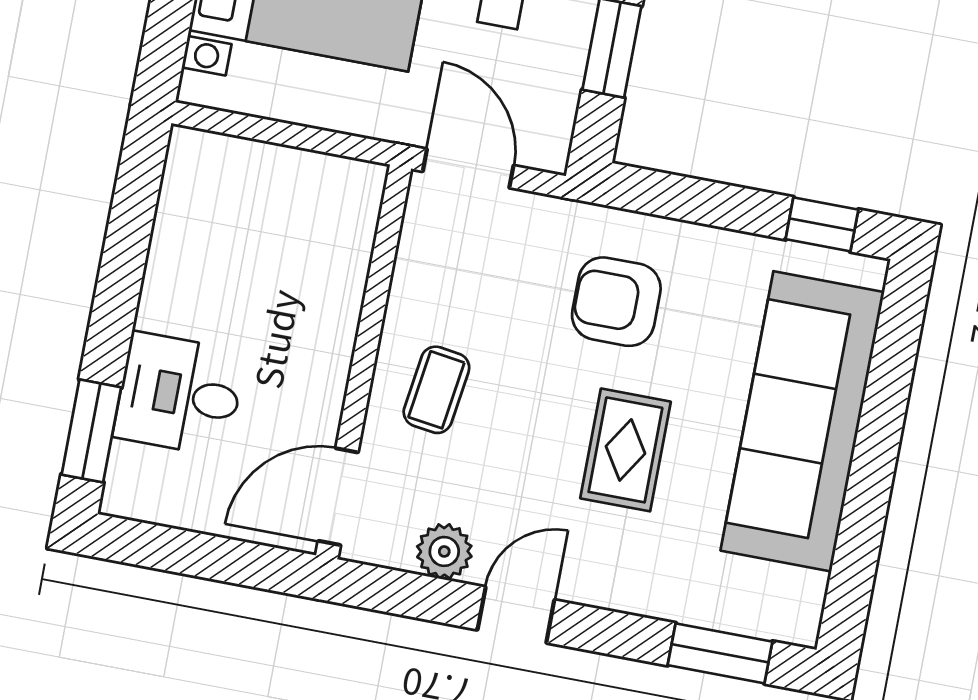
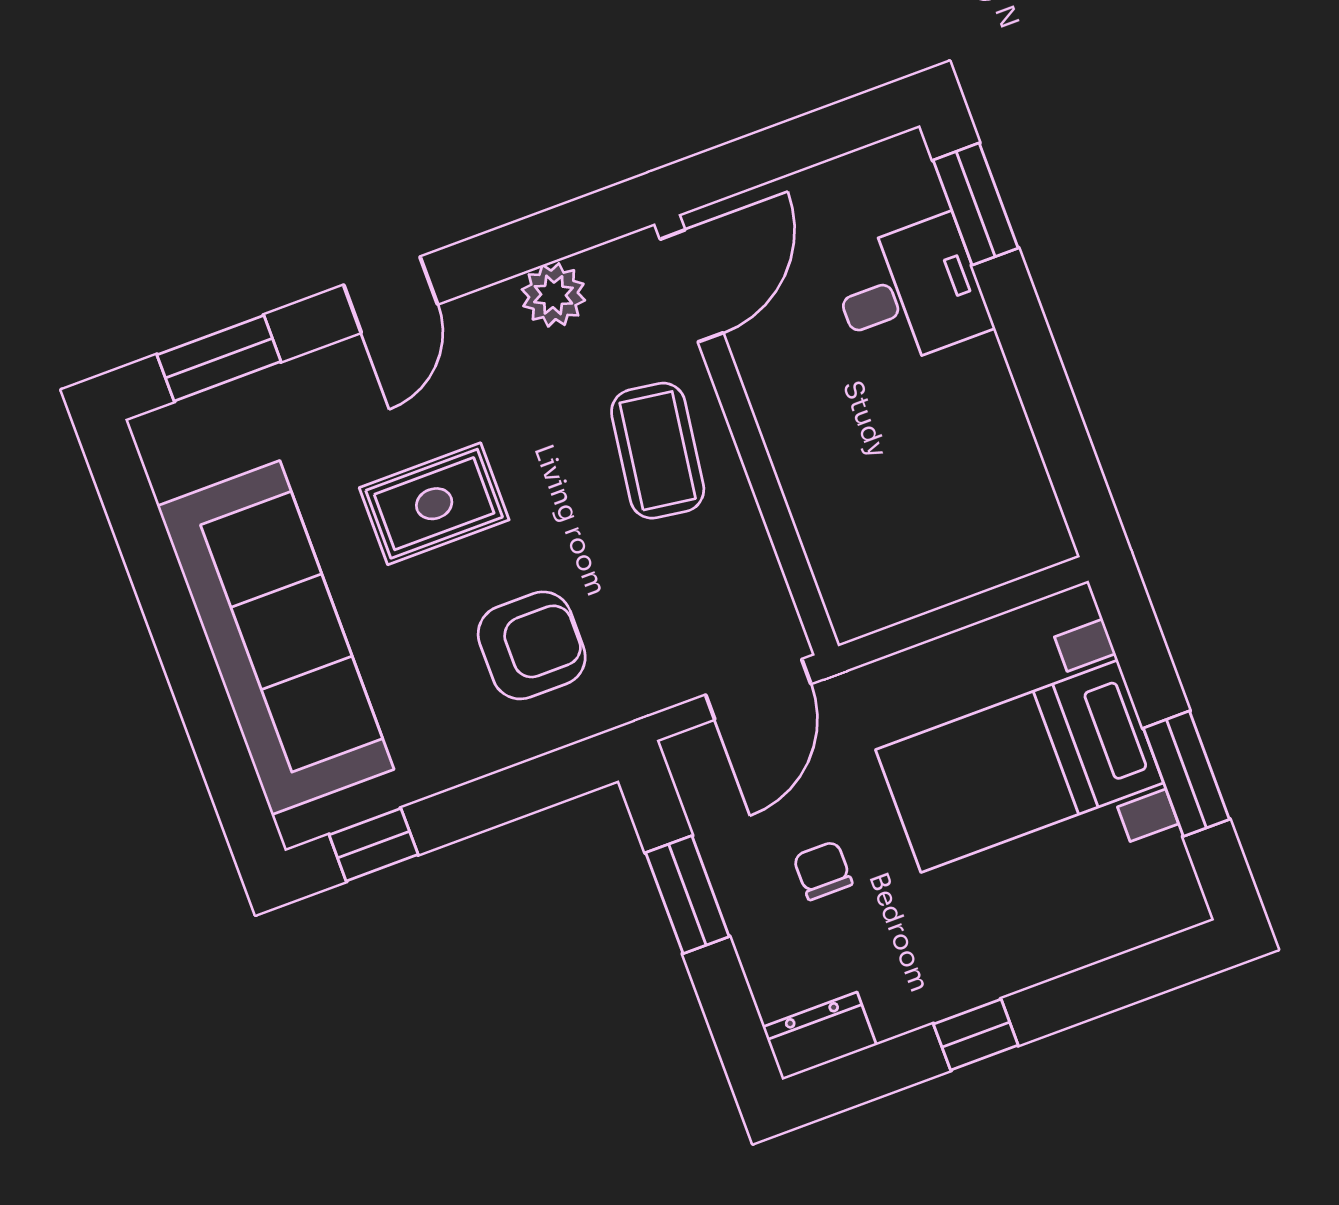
door: (468, 168) -> (758, 689), hinge flipped
coffee table: (436, 390) -> (658, 451), width x1.36, depth x1.30
rug: (625, 450) -> (434, 504), turned 90
door: (516, 615) -> (391, 295), moved

